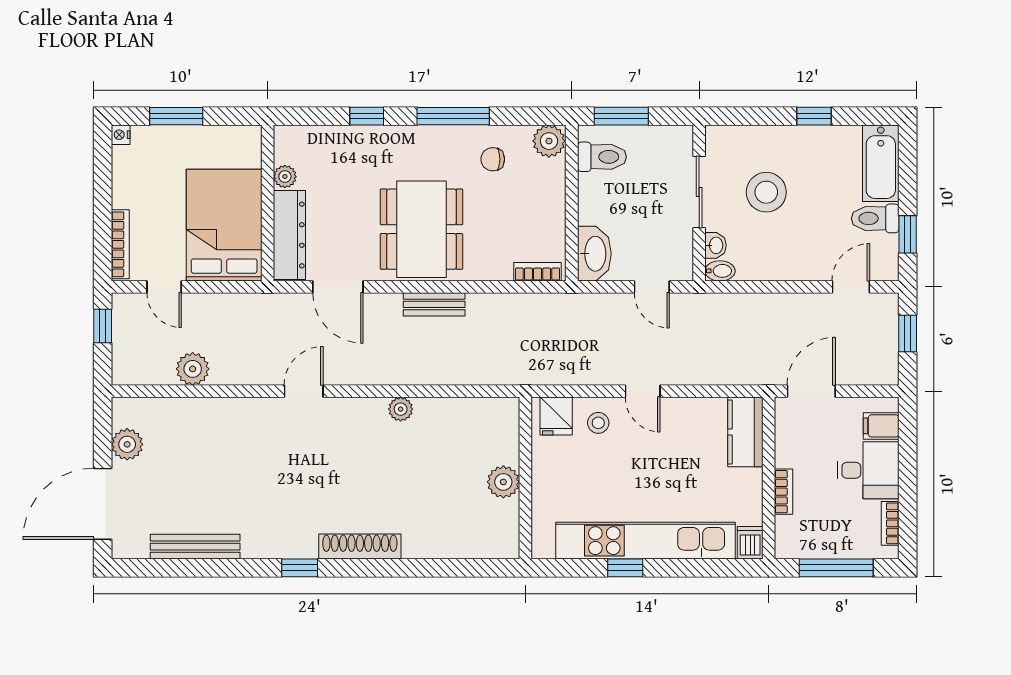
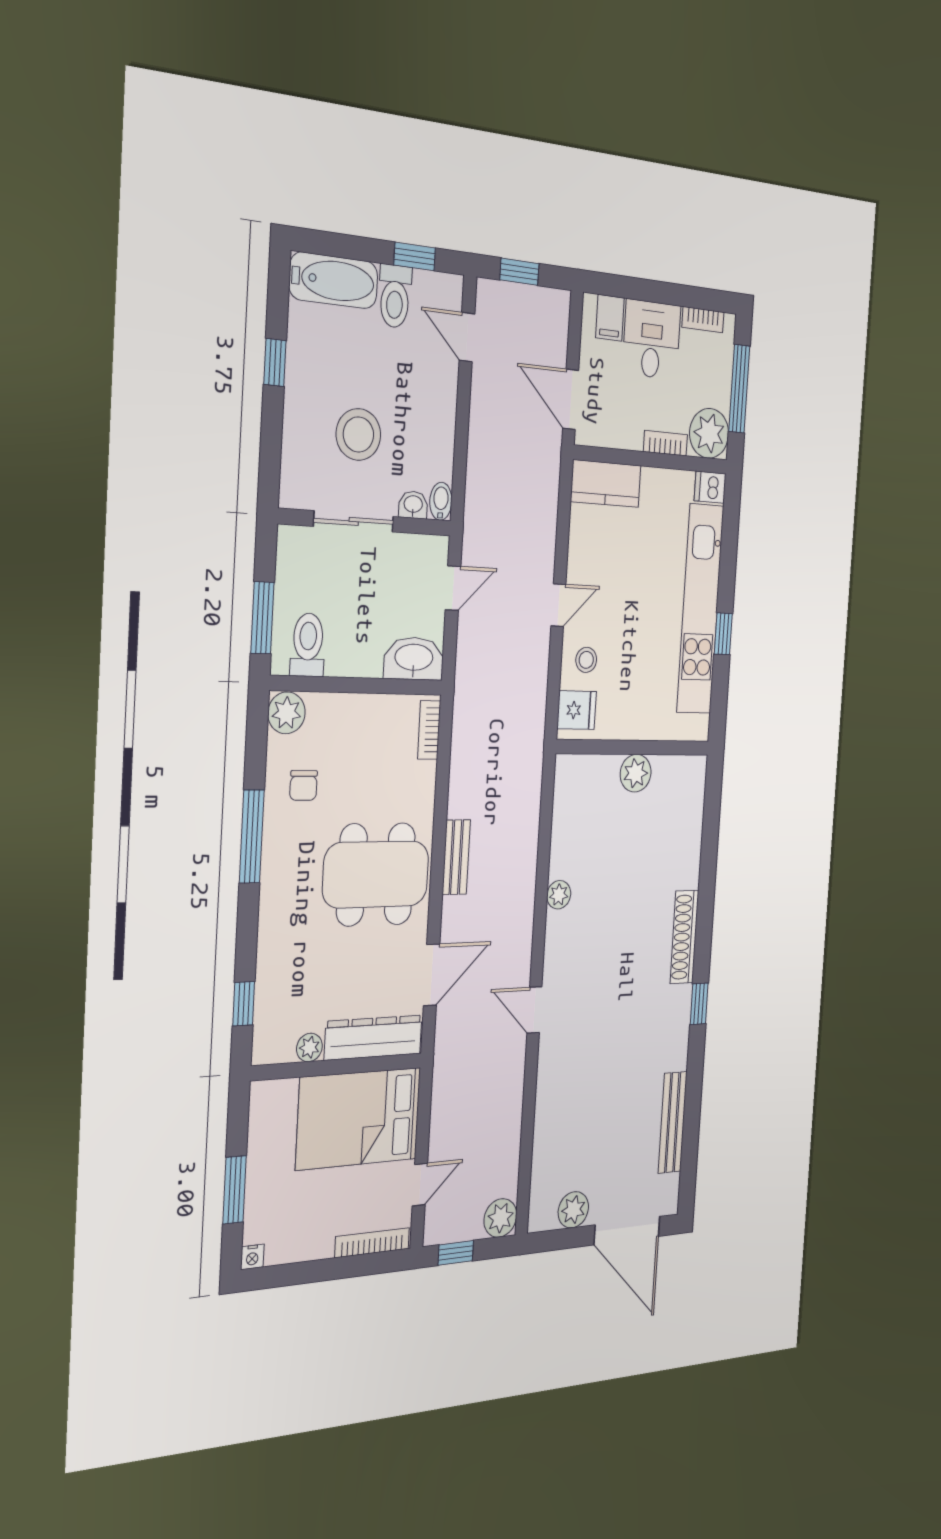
window: (367, 116) -> (244, 1004), moved
plant: (193, 369) -> (500, 1218), moved
plant: (796, 538) -> (709, 433), added

